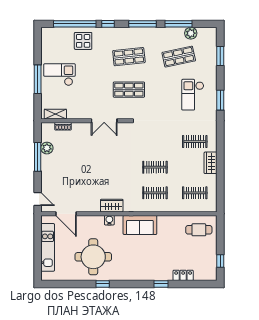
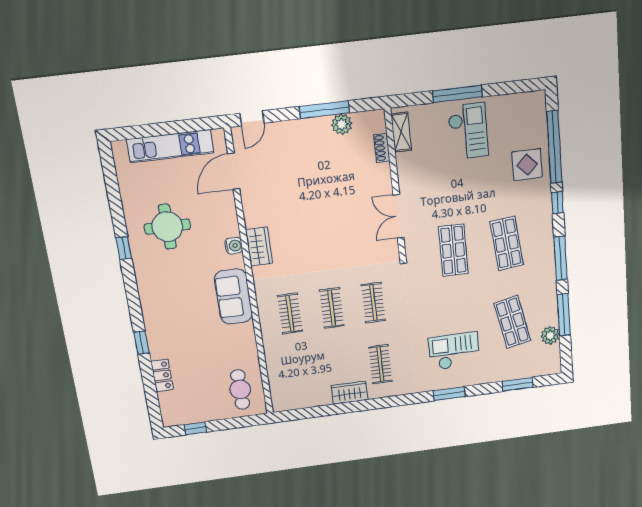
clothes rail: (195, 193) -> (373, 303), moved
round table: (93, 257) -> (167, 227), width x0.73, depth x0.73

